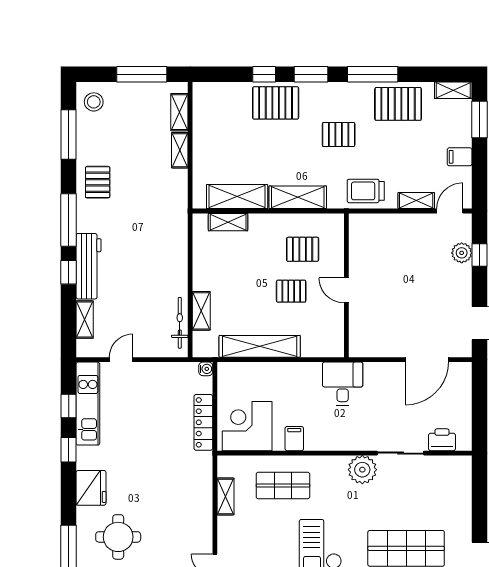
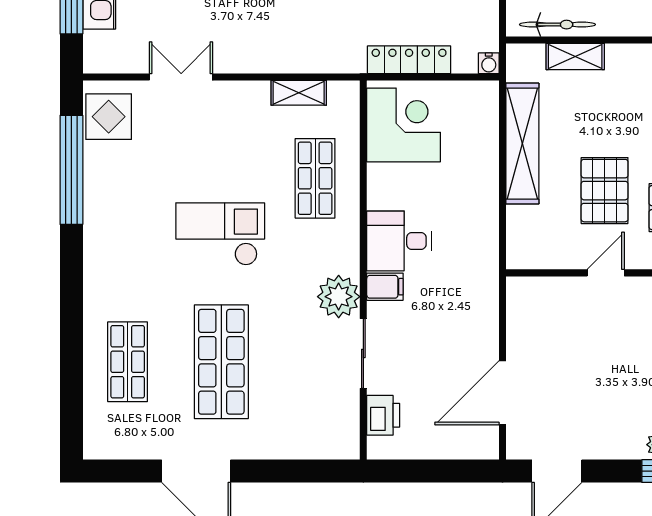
pallet: (291, 291) -> (605, 191), width x1.50, depth x1.42
door: (427, 360) -> (502, 393), hinge flipped
desk: (343, 384) -> (399, 241), moved, turned 180
filing cabinet: (294, 439) -> (385, 287), moved

